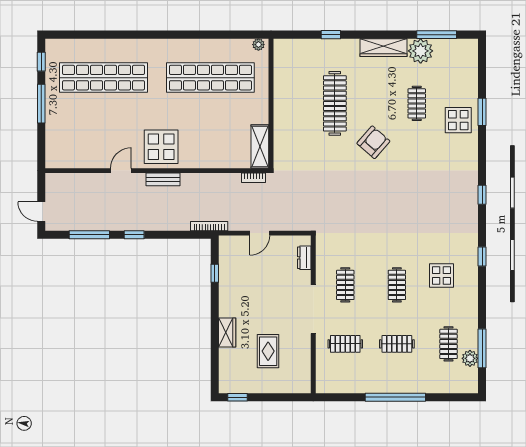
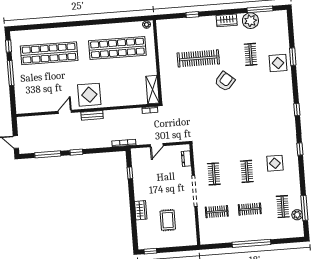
wardrobe: (384, 48) -> (227, 20), width x0.67
clothes rail: (335, 103) -> (198, 58), turned 90

